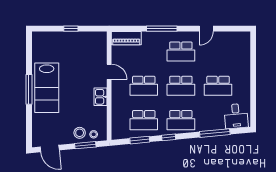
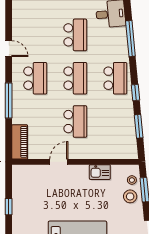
kitchen sink: (101, 97) -> (100, 172), moved
school desk: (144, 120) -> (115, 122), removed

